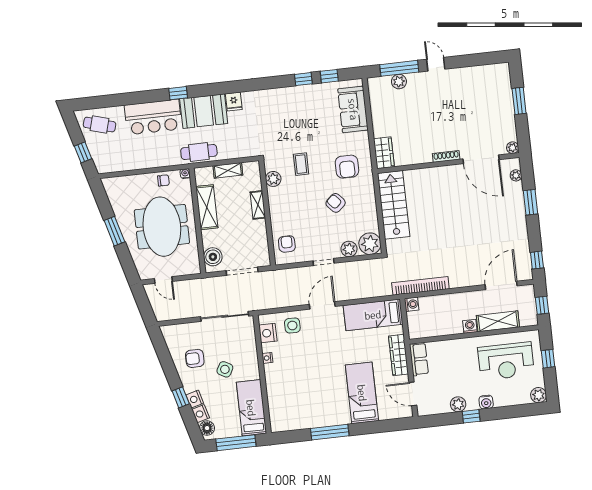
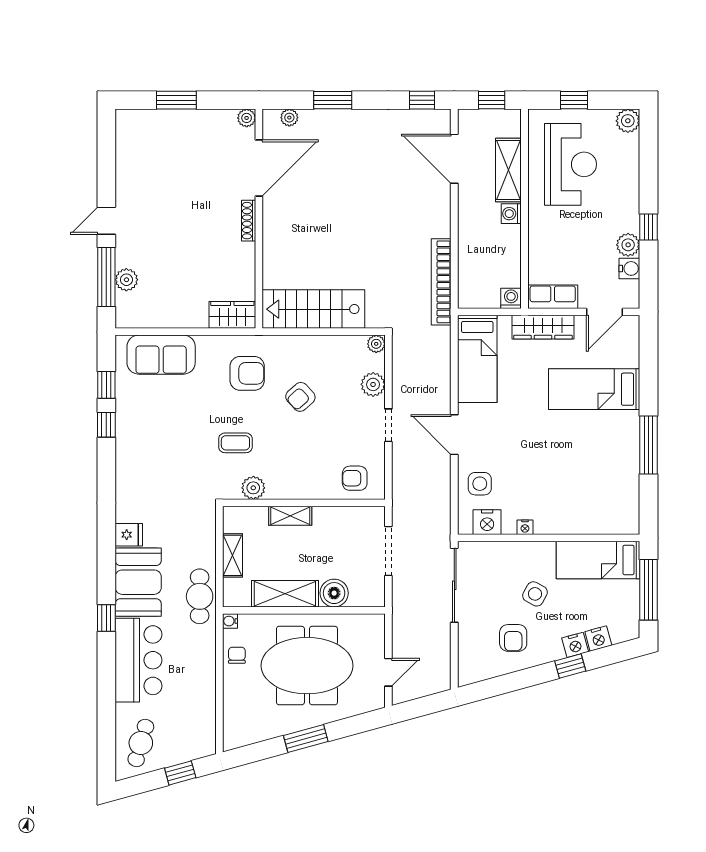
plant: (370, 244) -> (376, 344), width x0.53, depth x0.53
boiler: (213, 257) -> (334, 593), moved
washing machine: (412, 304) -> (511, 298), moved
water cooler: (486, 402) -> (629, 268), moved
floor lamp: (207, 428) -> (621, 631), removed

